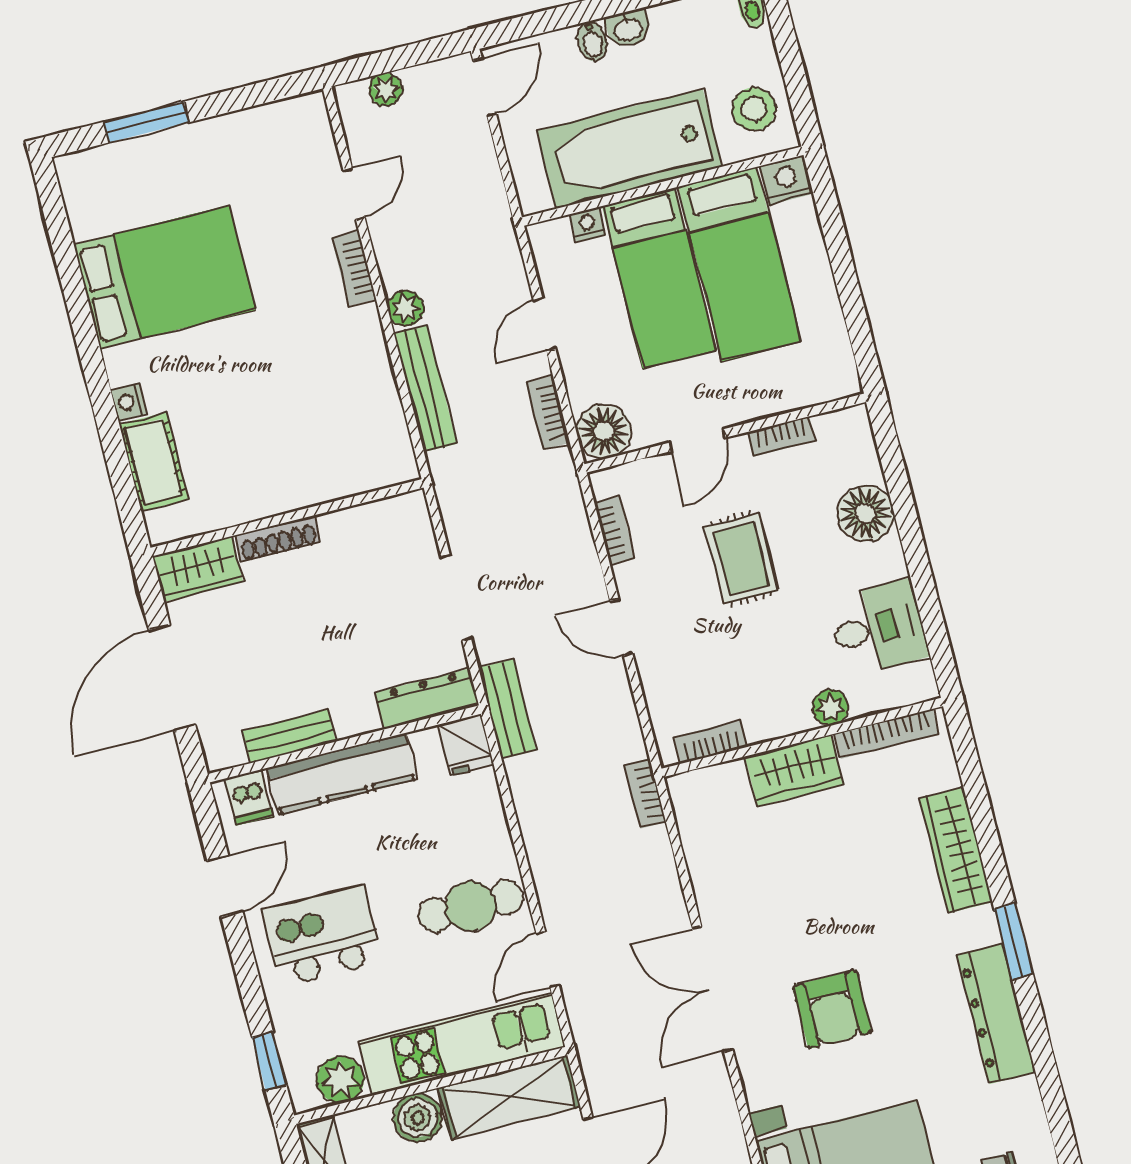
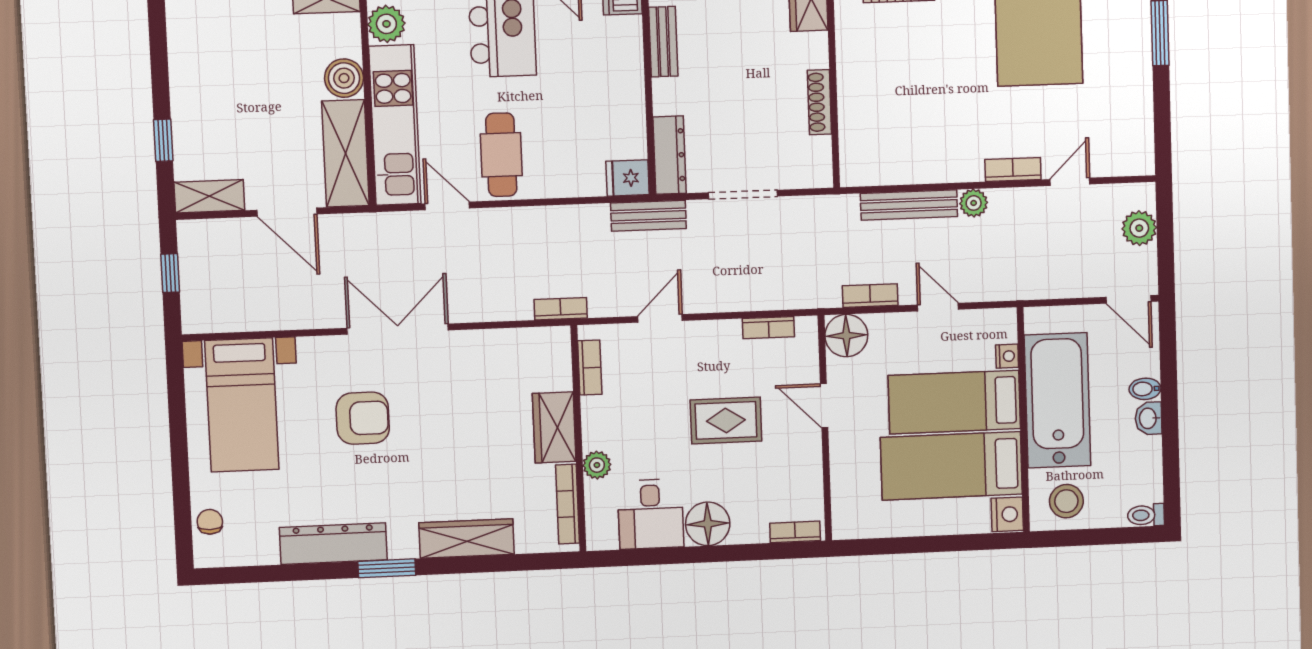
plant: (386, 89) -> (1139, 228), width x1.38, depth x1.38
door: (354, 194) -> (1070, 182), swing flipped
bookcase: (781, 436) -> (795, 532), moved, turned 90
floor lamp: (865, 513) -> (708, 524), moved
shoe rack: (278, 539) -> (819, 102), moved
door: (621, 627) -> (660, 318), moved
kitchen counter: (342, 774) -> (625, 76), removed
armchair: (832, 1009) -> (363, 418), turned 180

